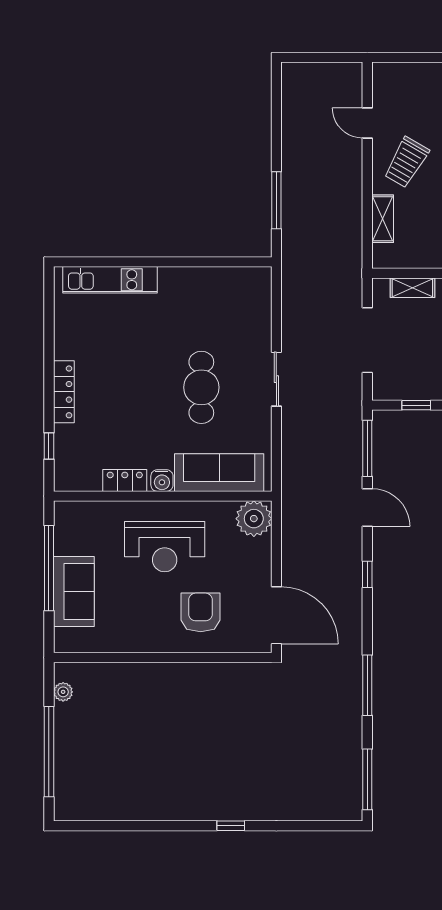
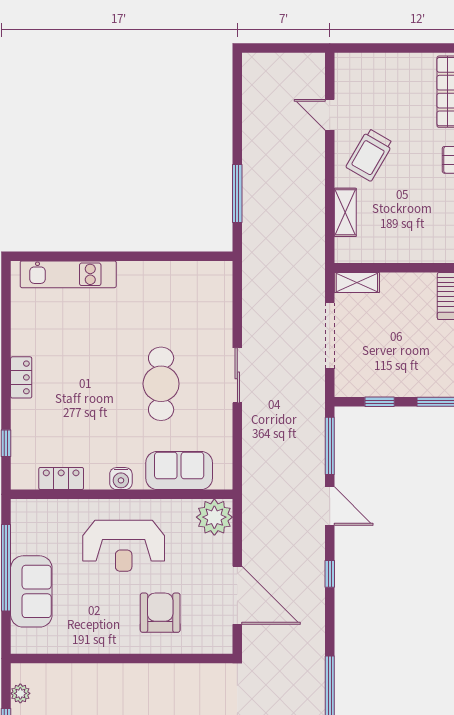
shelving: (412, 288) -> (357, 282), moved
locker: (64, 392) -> (21, 377), width x0.66
sofa: (219, 473) -> (179, 470), width x0.73
locker: (125, 480) -> (61, 478), moved
door: (276, 615) -> (237, 595), moved

